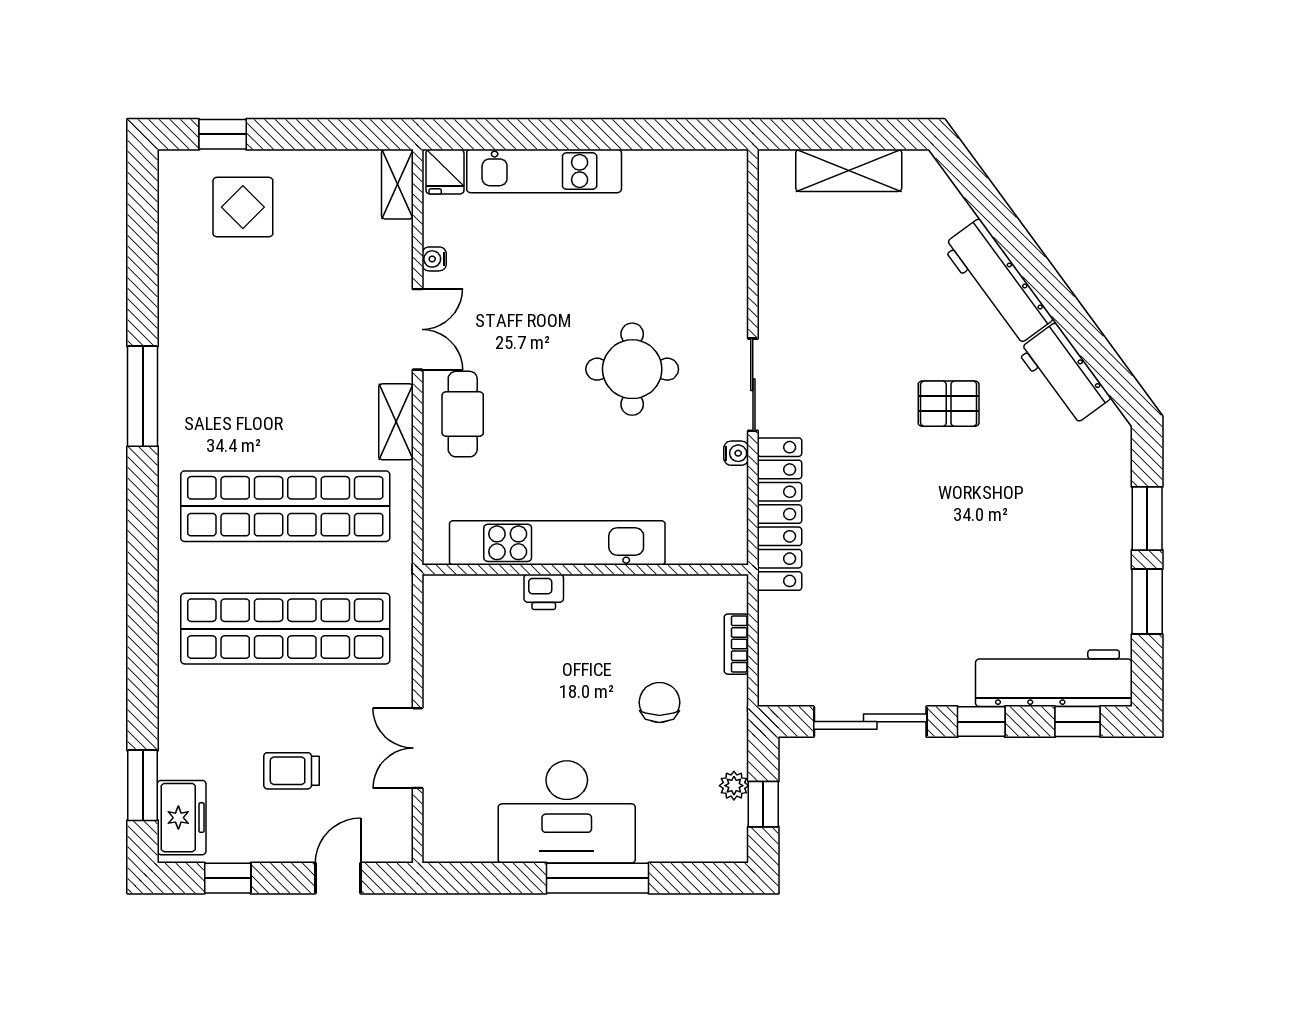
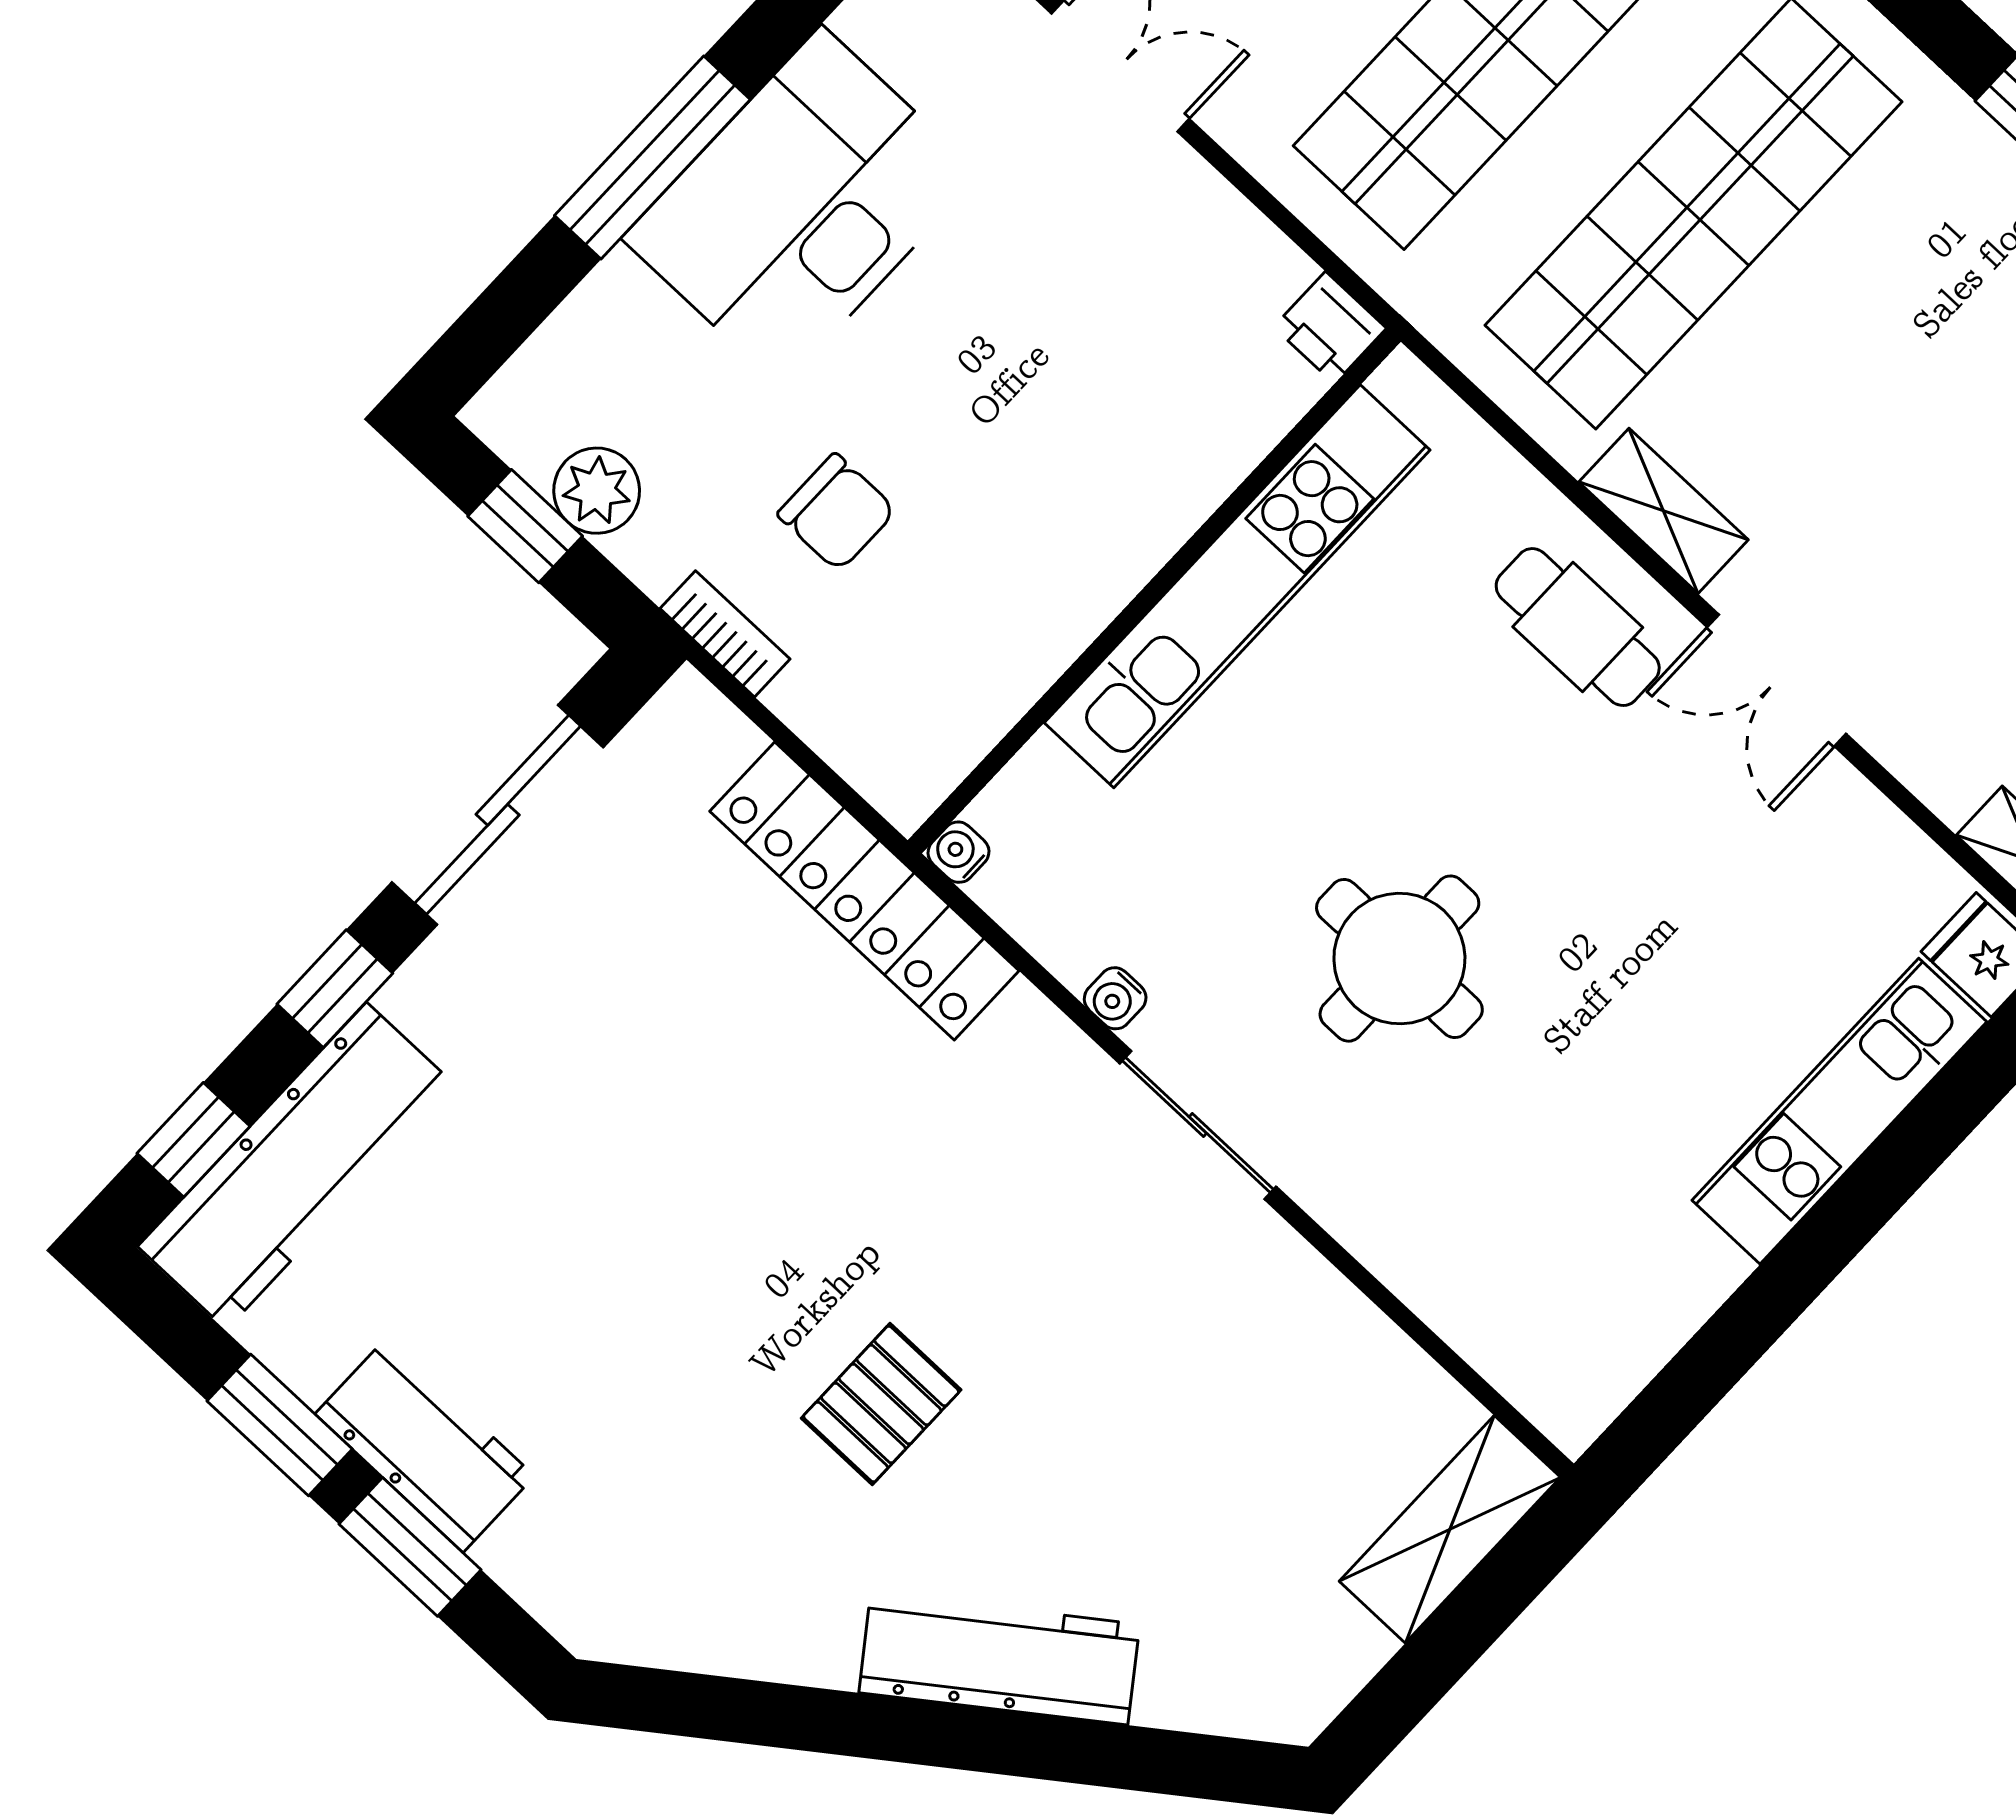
shelving: (849, 170) -> (1450, 1529), moved
water cooler: (434, 259) -> (958, 852), moved, turned -90
workbench: (1064, 374) -> (425, 1445), moved, turned 36
locker: (779, 514) -> (864, 891), moved
printer: (544, 592) -> (1330, 328), moved, turned -90
bookcase: (736, 644) -> (725, 634), moved
plant: (734, 786) -> (597, 491), width x1.38, depth x1.38

